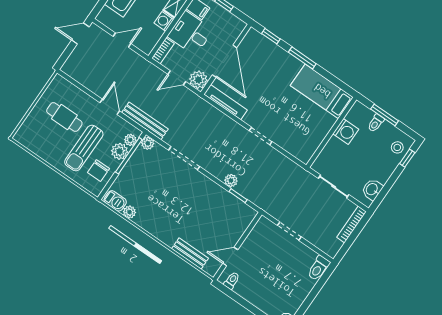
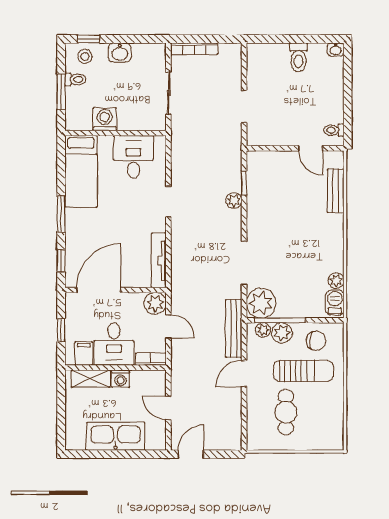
door: (80, 33) -> (191, 454), swing flipped
door: (224, 61) -> (99, 290), moved
toilet: (376, 123) -> (75, 80), moved
desk: (307, 133) -> (133, 157), added
plant: (148, 143) -> (261, 303), width x1.88, depth x1.88
washbasin: (372, 189) -> (120, 52), moved
toilet: (318, 268) -> (298, 57), moved, turned 90

